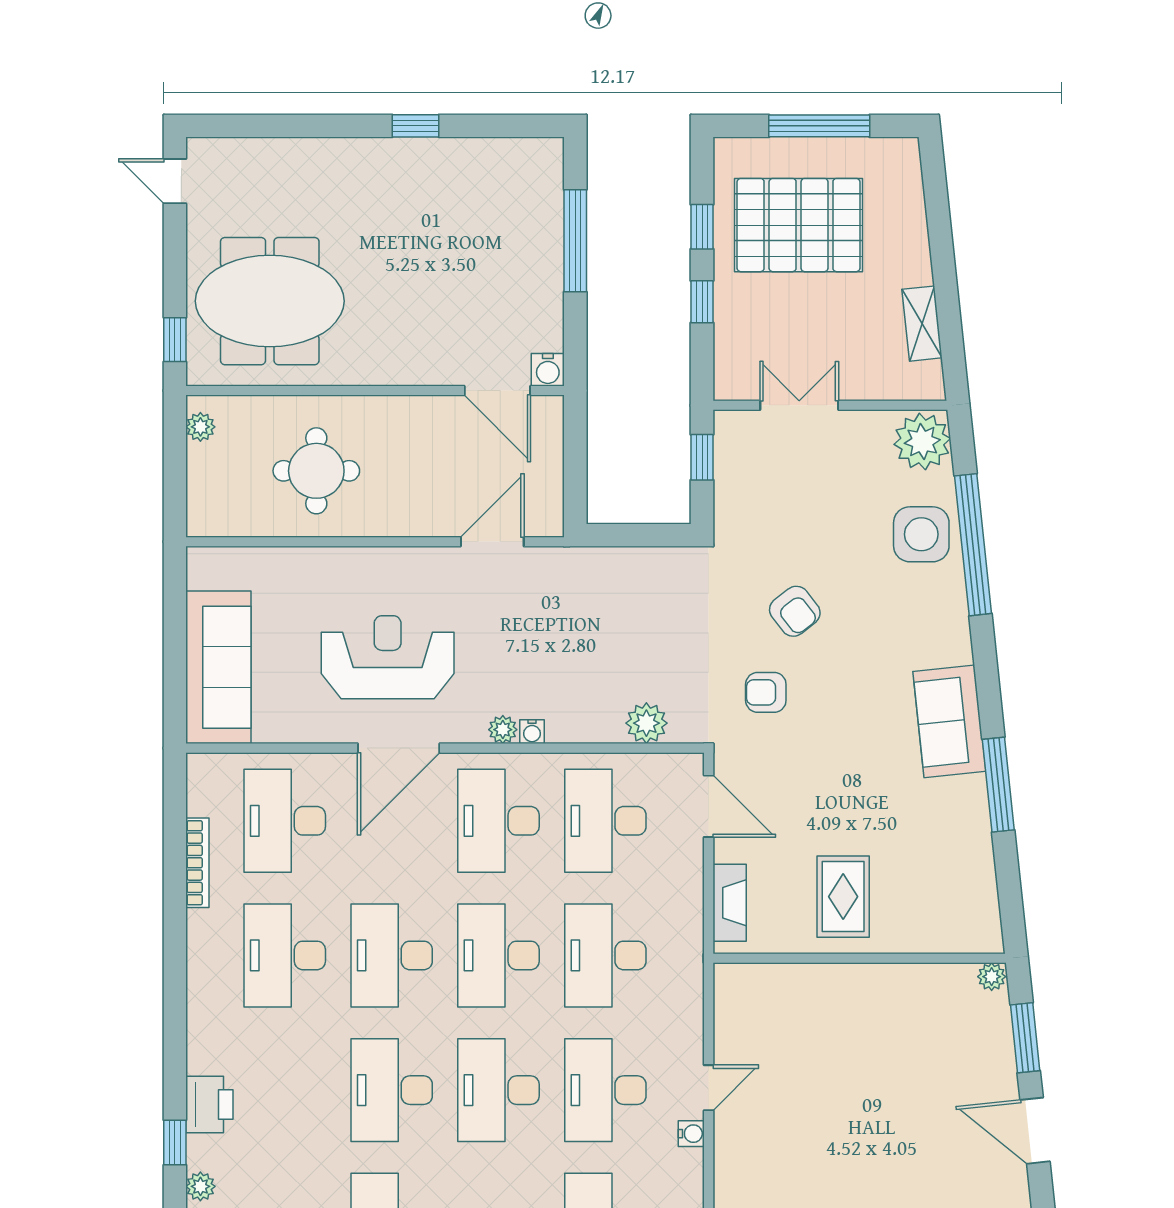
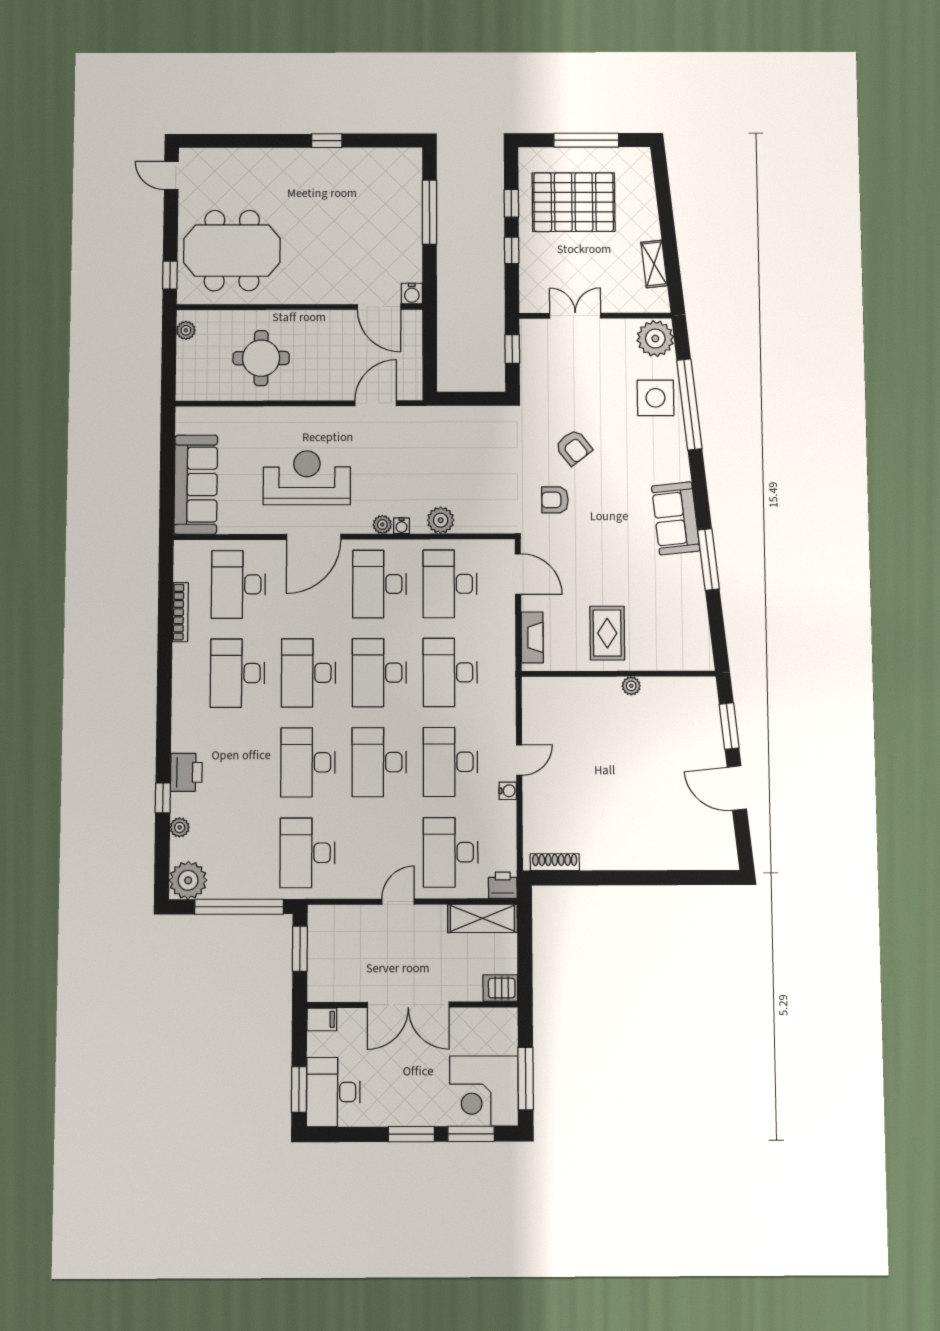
plant: (646, 723) -> (441, 520), moved
plant: (992, 977) -> (631, 686), moved

